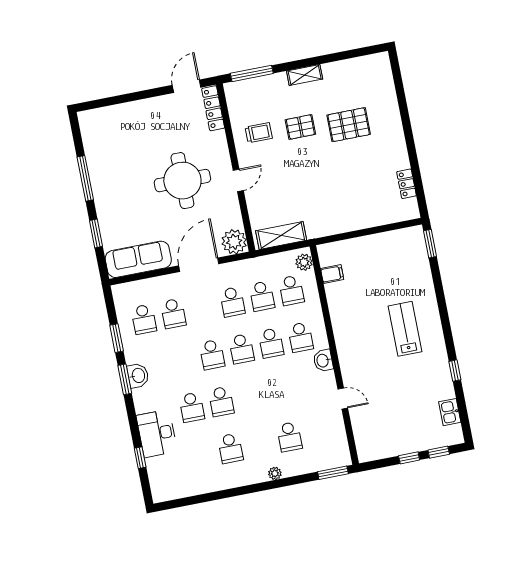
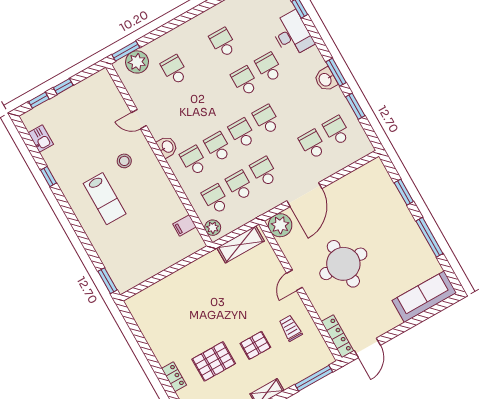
trolley: (259, 133) -> (290, 328), turned 90
locker: (406, 184) -> (174, 377), moved
sofa: (138, 259) -> (424, 297), moved, turned 180
stool: (372, 361) -> (124, 161), added
plant: (275, 473) -> (137, 62), moved, width x1.87, depth x1.87

